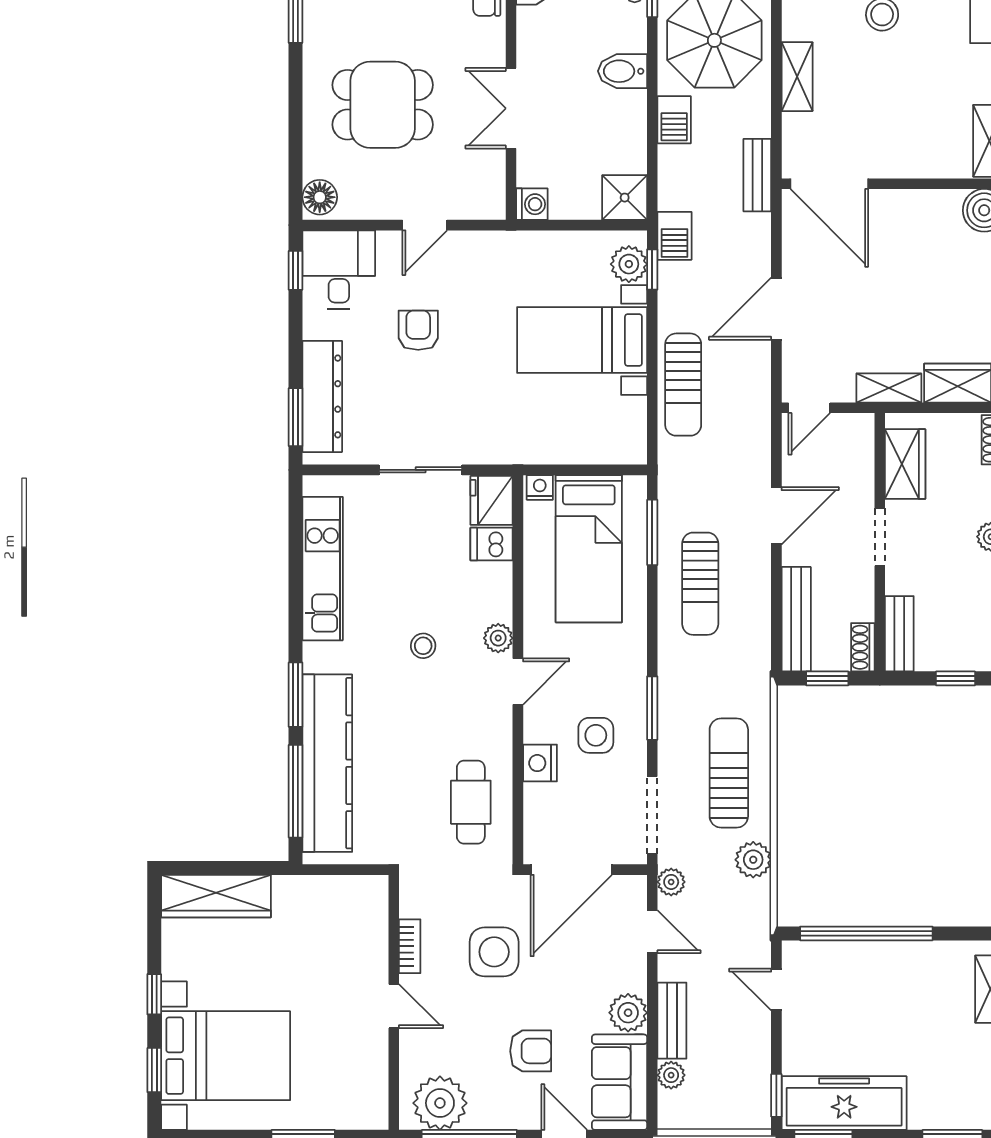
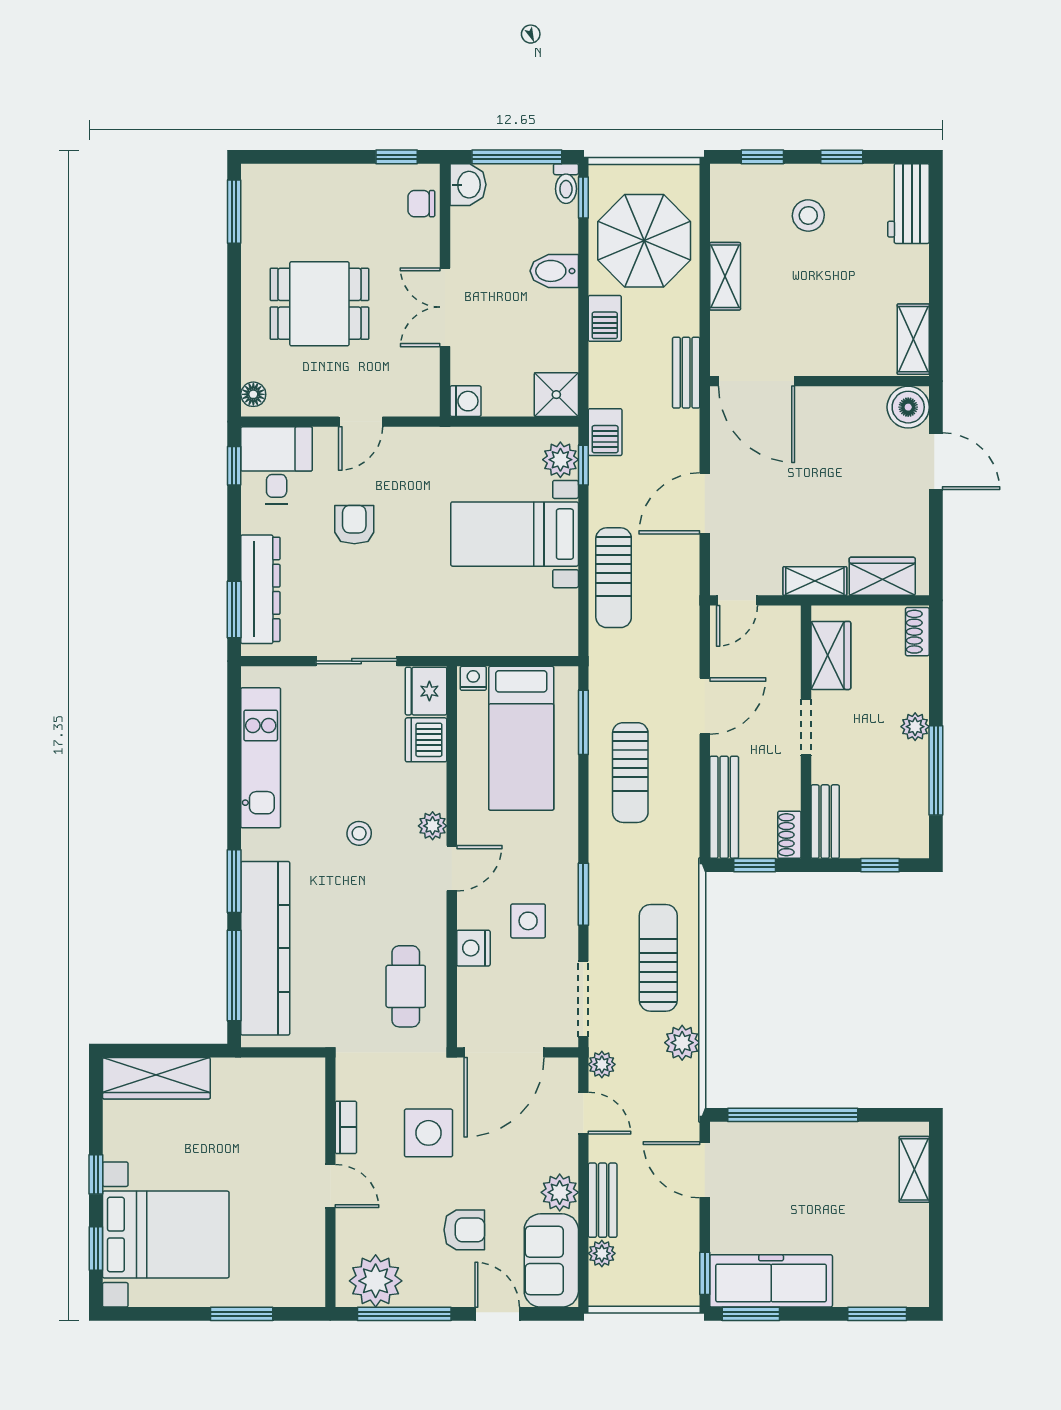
floor lamp: (320, 197) -> (253, 394), width x0.73, depth x0.73
dishwasher: (492, 544) -> (426, 740), width x1.38
door: (776, 990) -> (705, 1170), width x1.38

